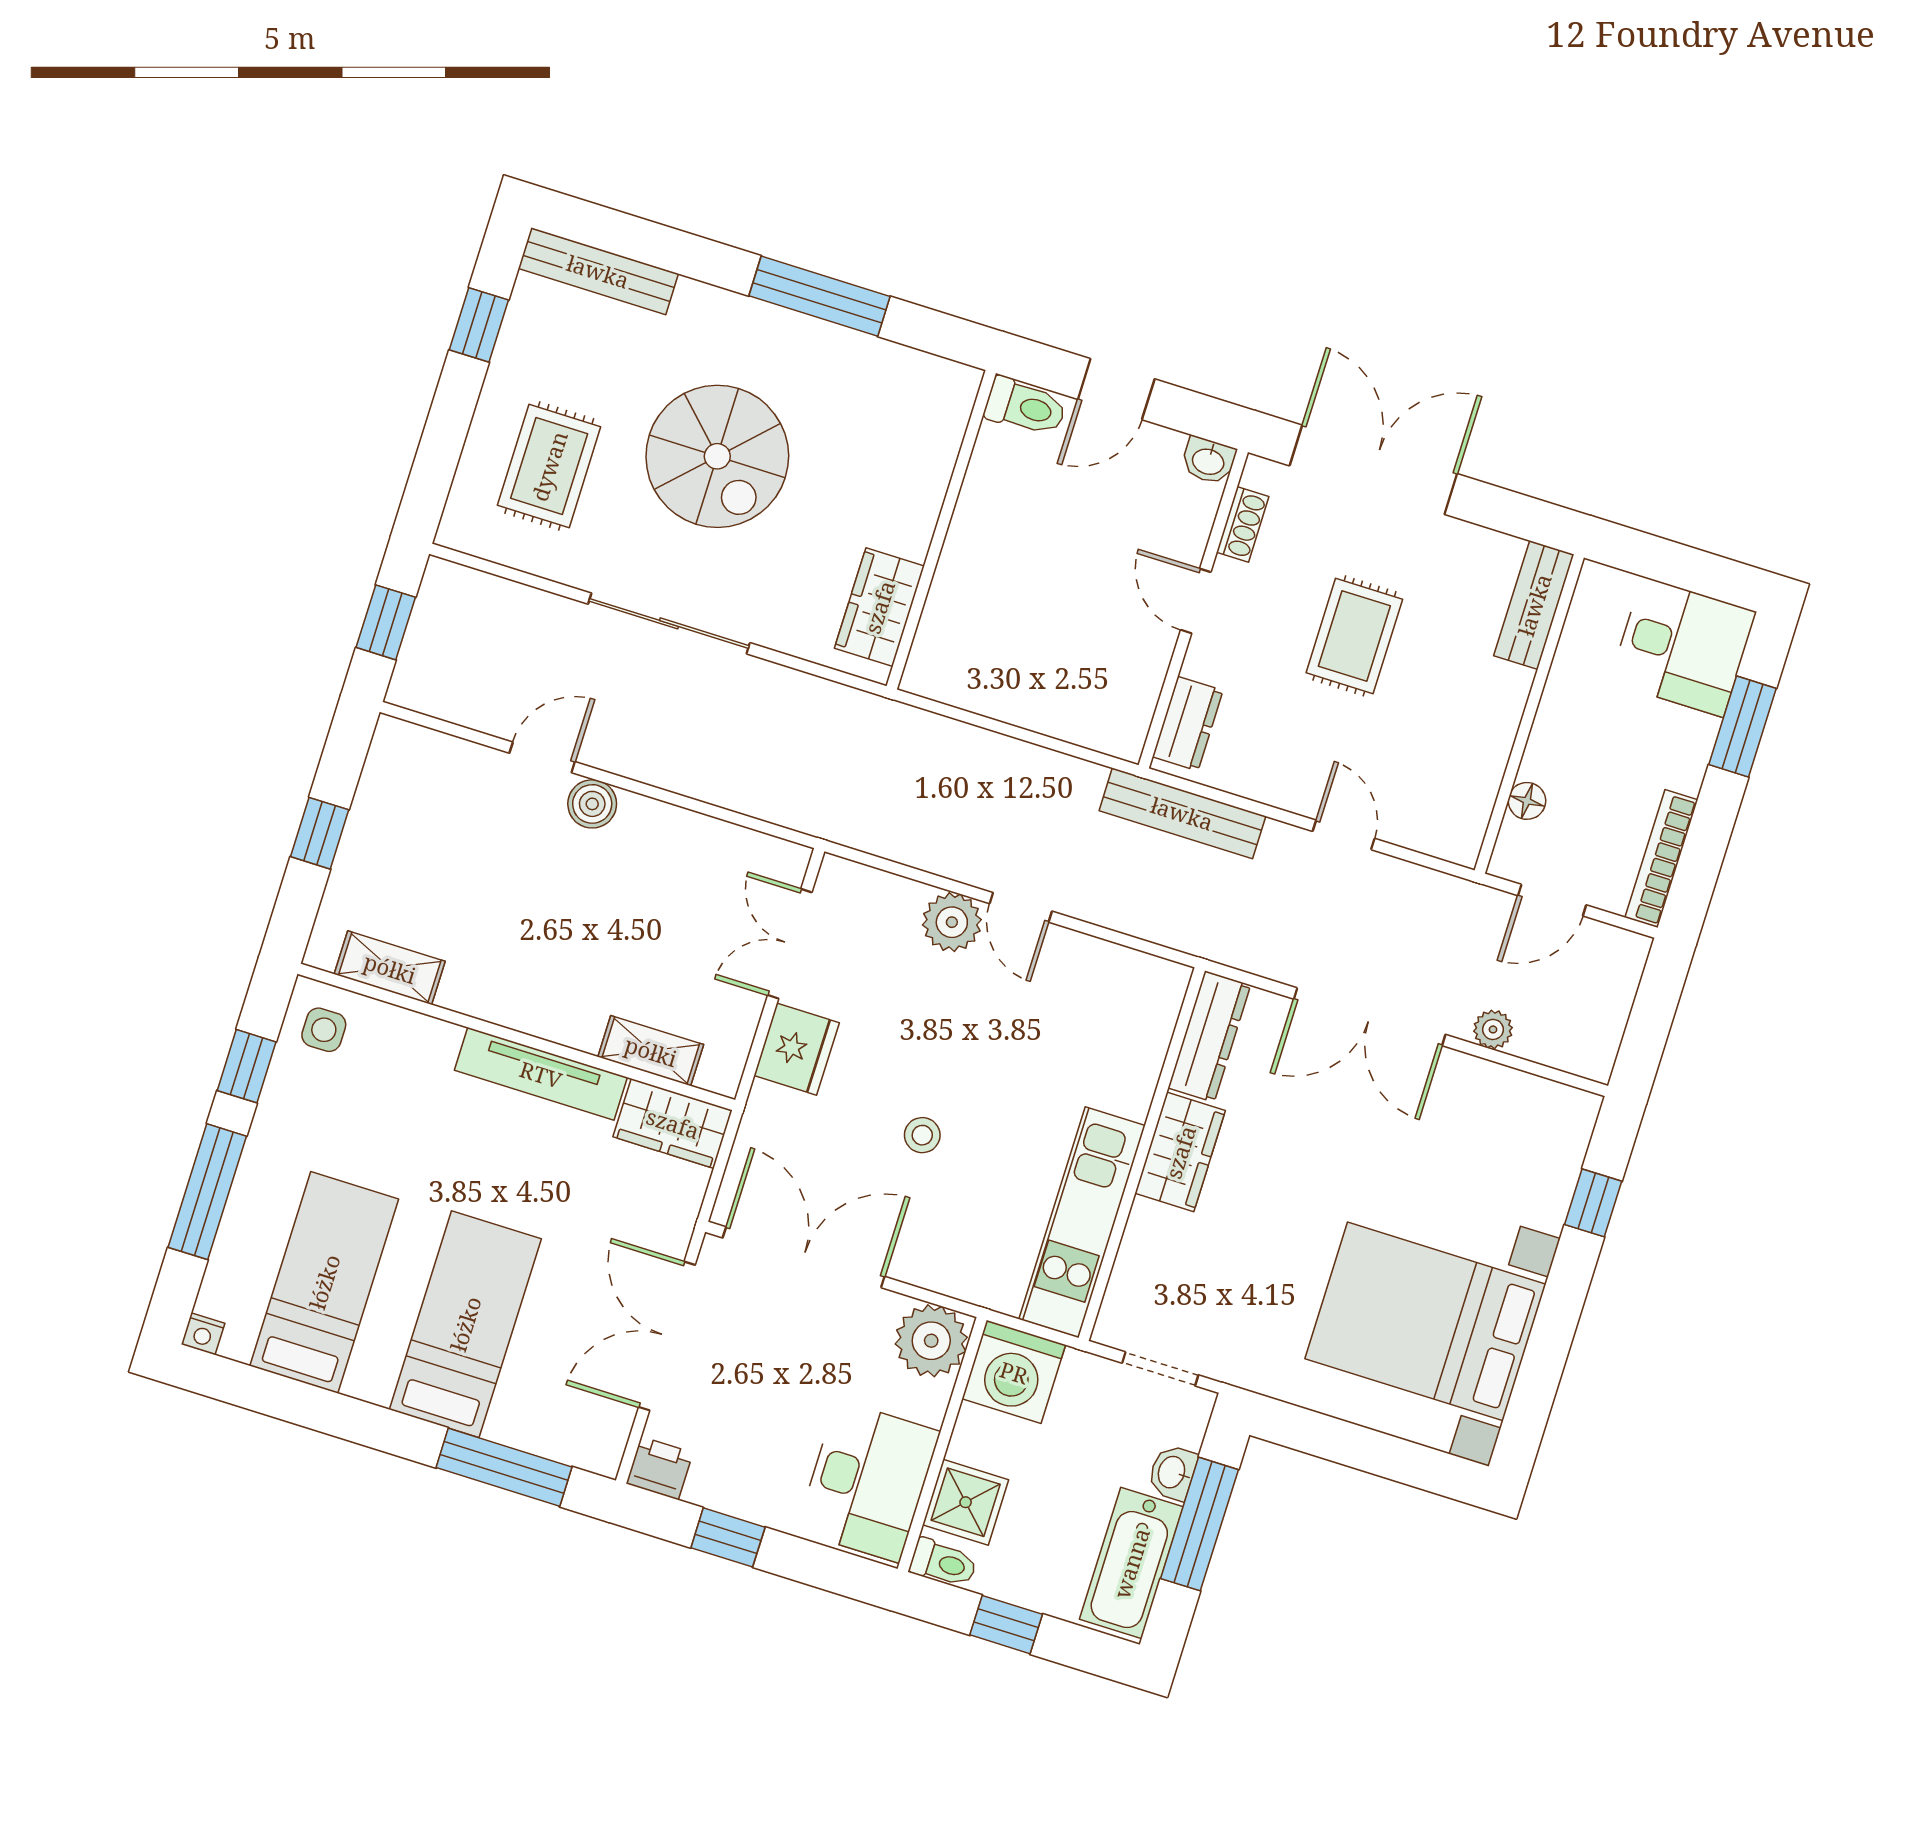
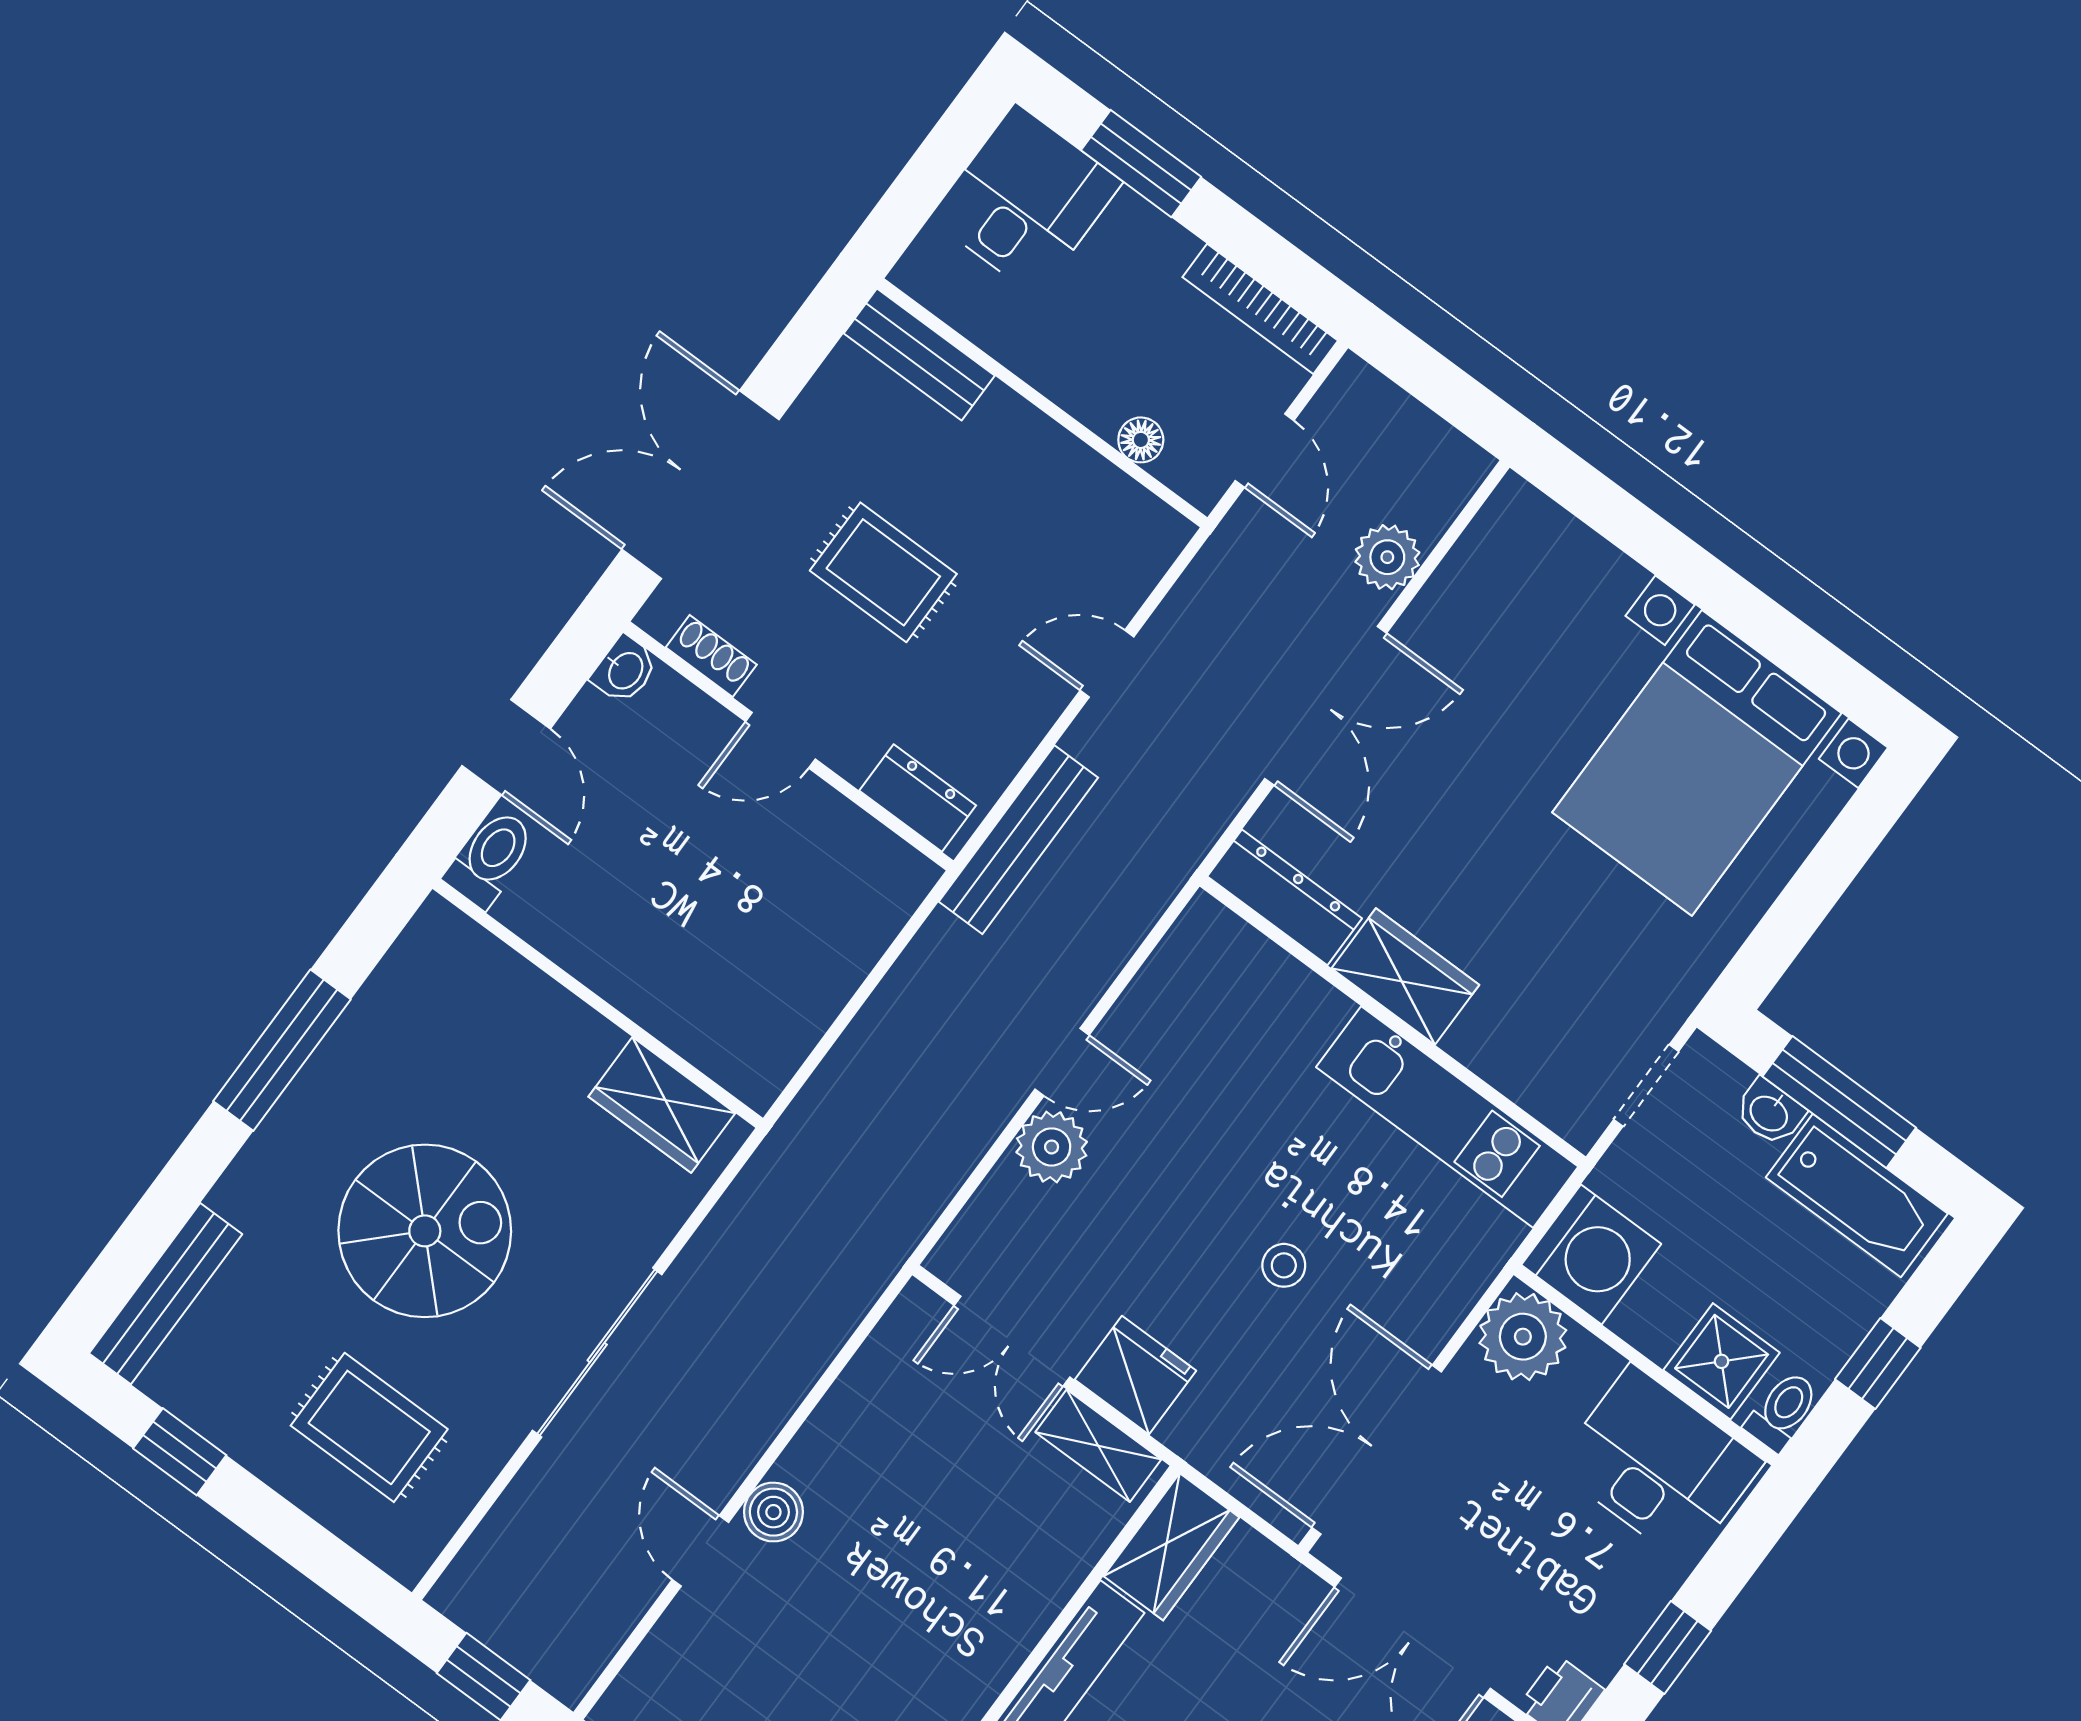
plant: (1493, 1029) -> (1387, 557), width x1.38, depth x1.38
shelving: (651, 1051) -> (1098, 1446), moved, turned 90
window: (1593, 1203) -> (1628, 524), removed

